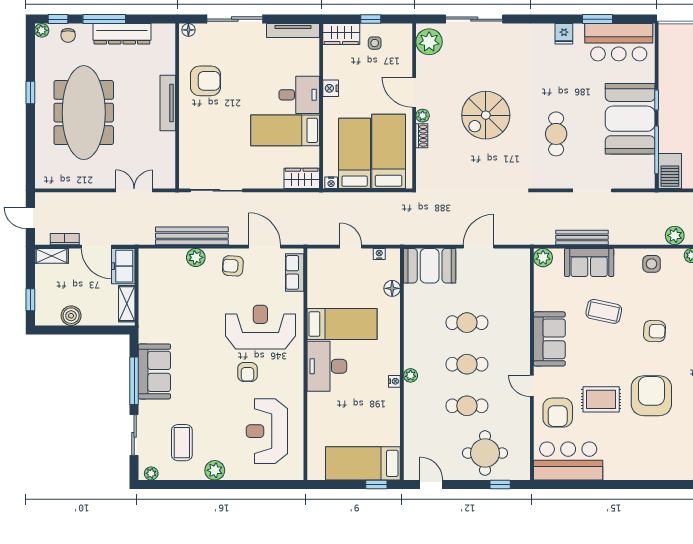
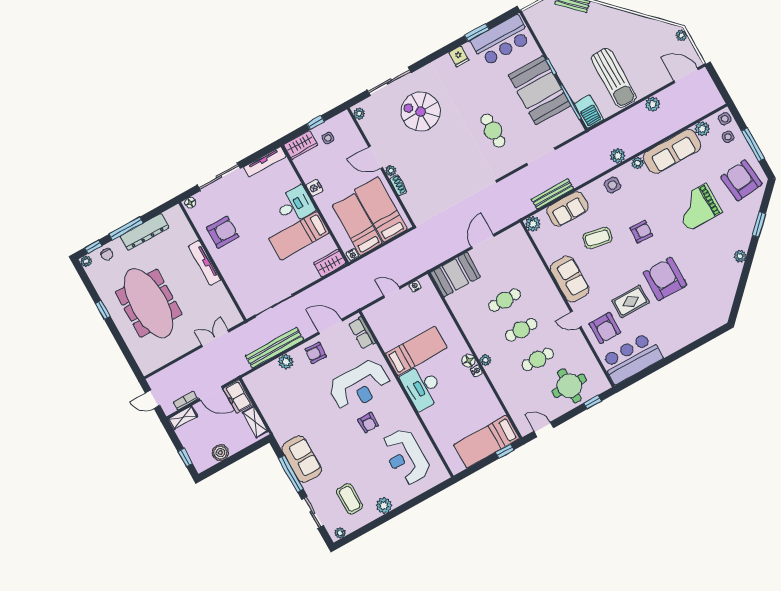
plant: (429, 42) -> (359, 114), width x0.53, depth x0.53
spiral stairs: (486, 115) -> (421, 112), moved, turned 90
floor lamp: (392, 288) -> (469, 361), moved
reception desk: (260, 327) -> (360, 385), turned 180

